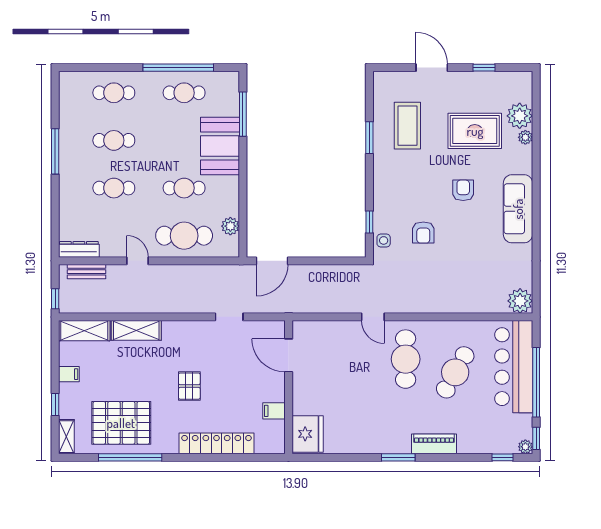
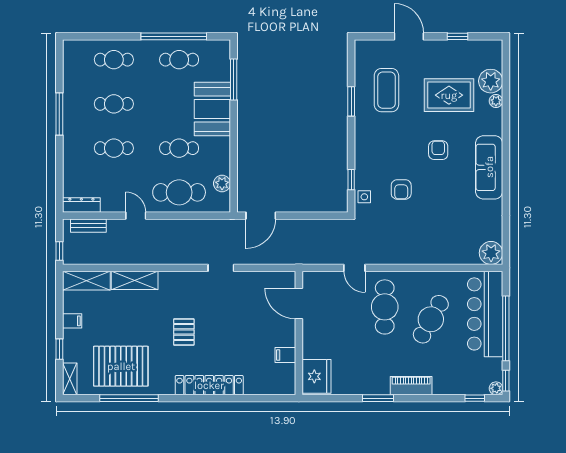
door: (289, 355) -> (299, 304), moved
wall: (289, 387) -> (299, 333), moved
filing cabinet: (274, 411) -> (285, 355), moved
fridge: (308, 434) -> (317, 376), moved

